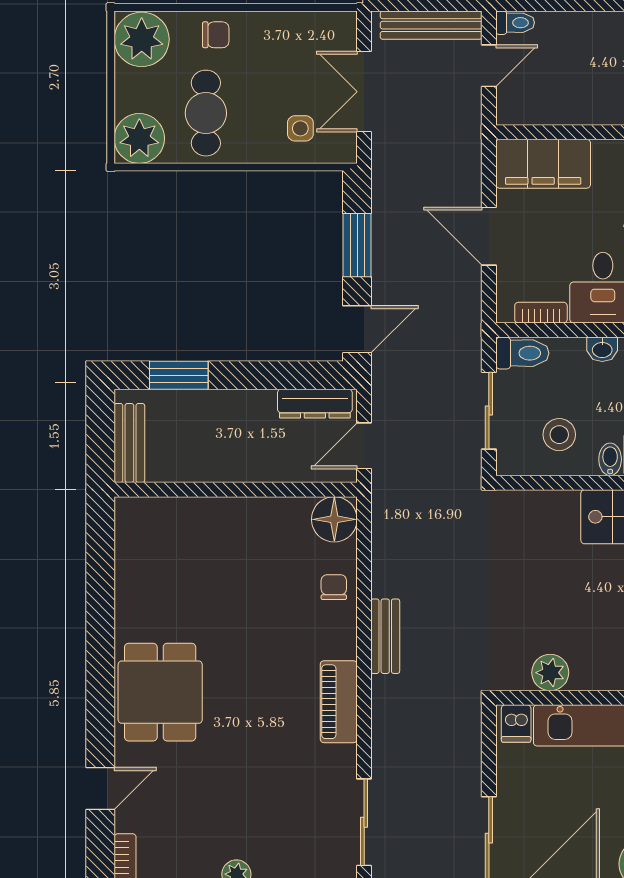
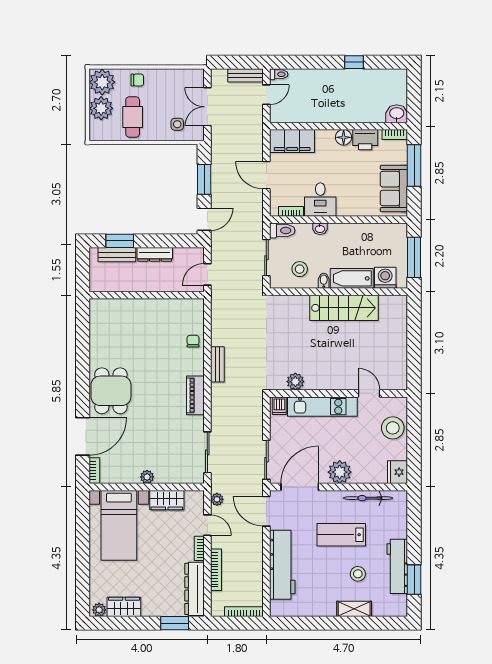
bench: (431, 25) -> (246, 75), width x0.73
plant: (139, 138) -> (101, 108), moved
dresser: (315, 404) -> (155, 254), moved
bench: (129, 443) -> (117, 255), moved, turned 90
floor lamp: (334, 519) -> (193, 309), removed
door: (100, 789) -> (83, 436), width x1.88

